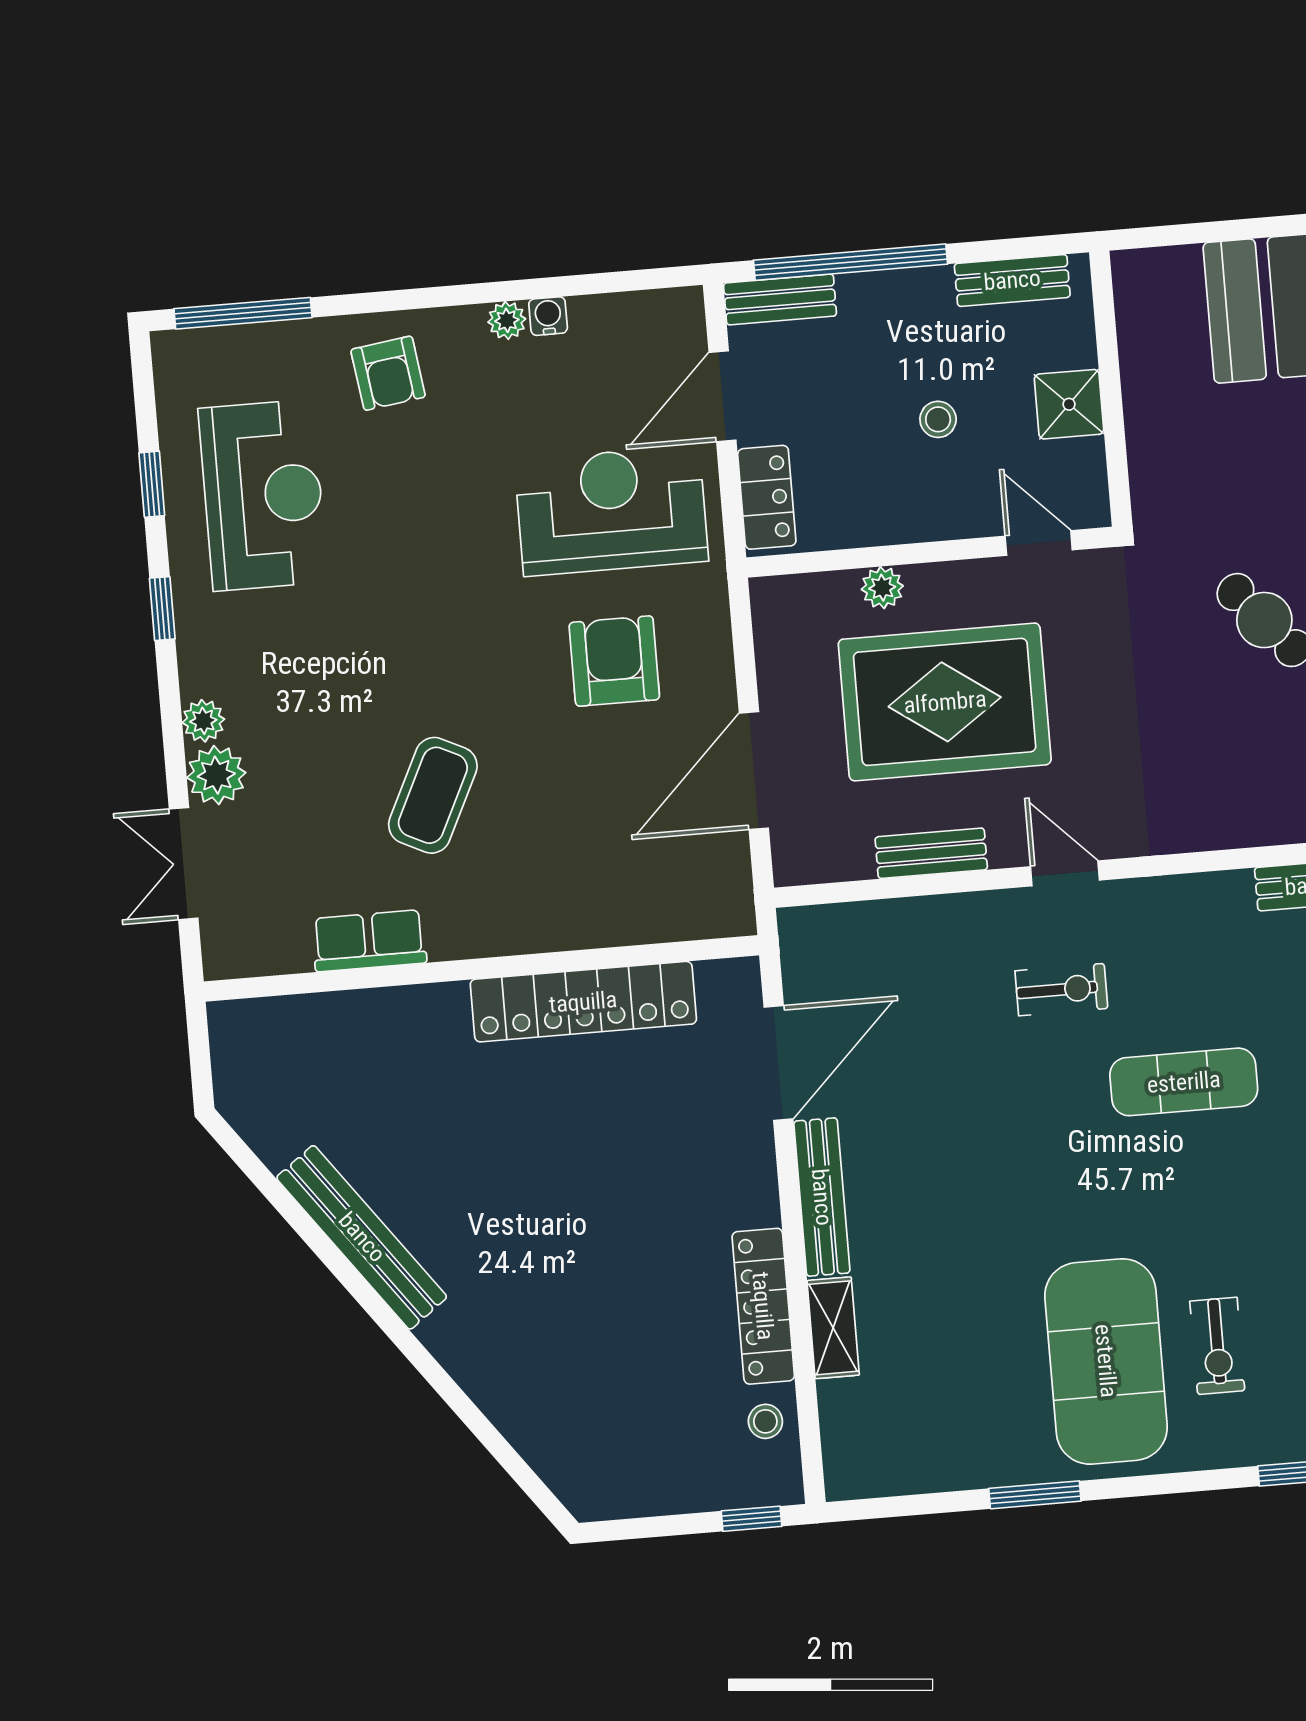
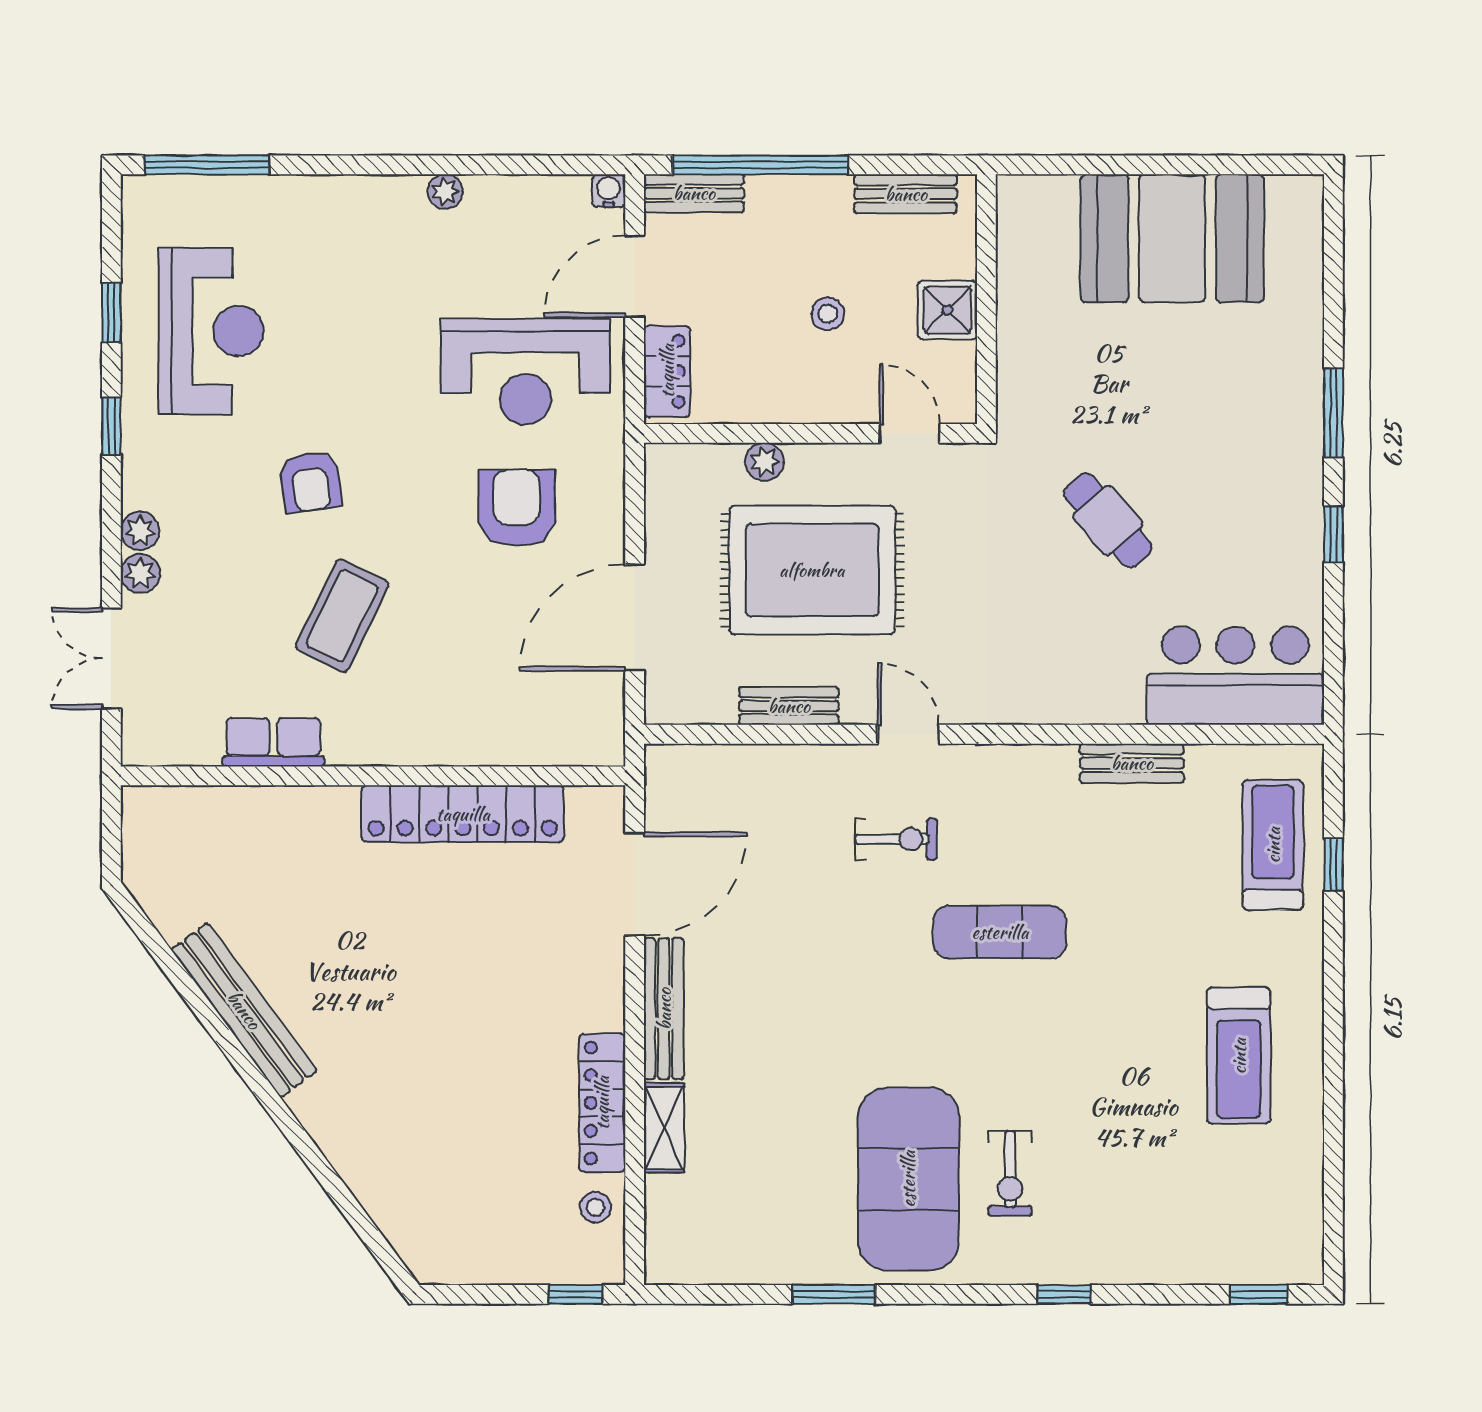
water cooler: (548, 316) -> (609, 191), moved
armchair: (388, 373) -> (310, 482), moved
reception desk: (611, 511) -> (525, 372), turned 180
plant: (216, 775) -> (140, 573), width x0.73, depth x0.73

